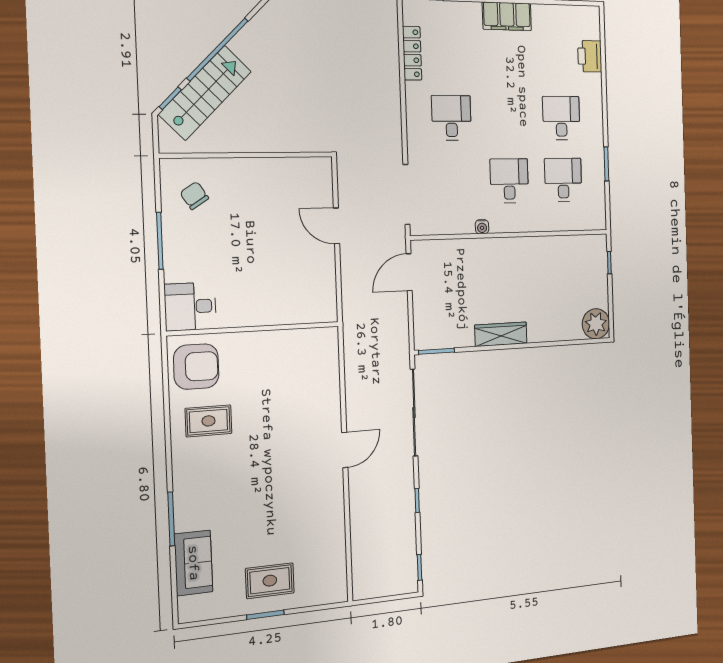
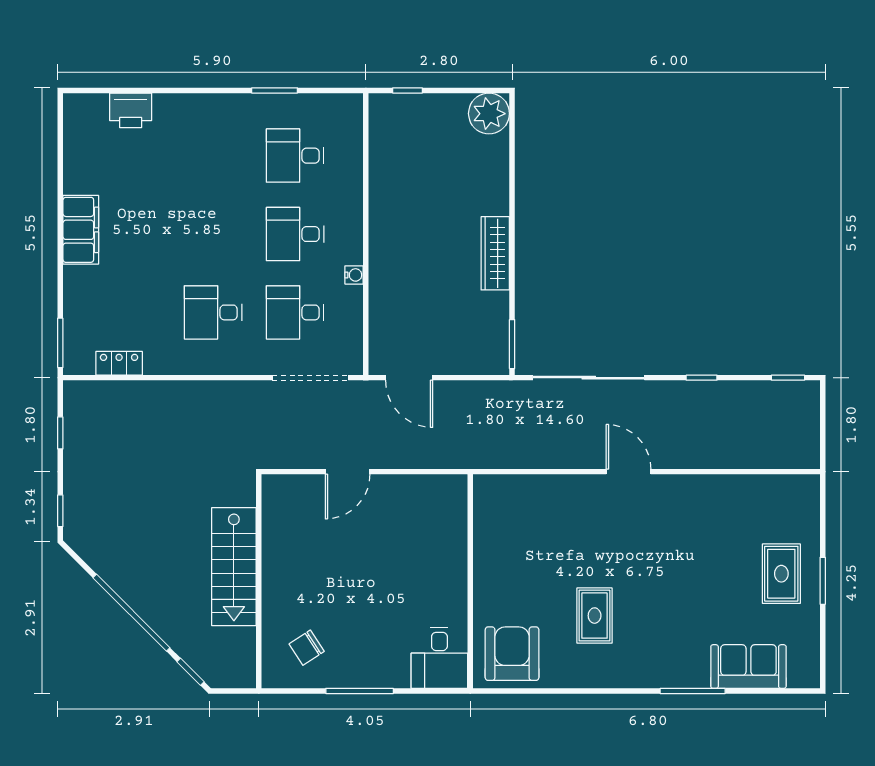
locker: (412, 53) -> (119, 363), width x0.66
stairs: (205, 93) -> (234, 567), moved, turned -135
desk: (561, 118) -> (295, 312), moved
rug: (209, 421) -> (595, 616), moved

